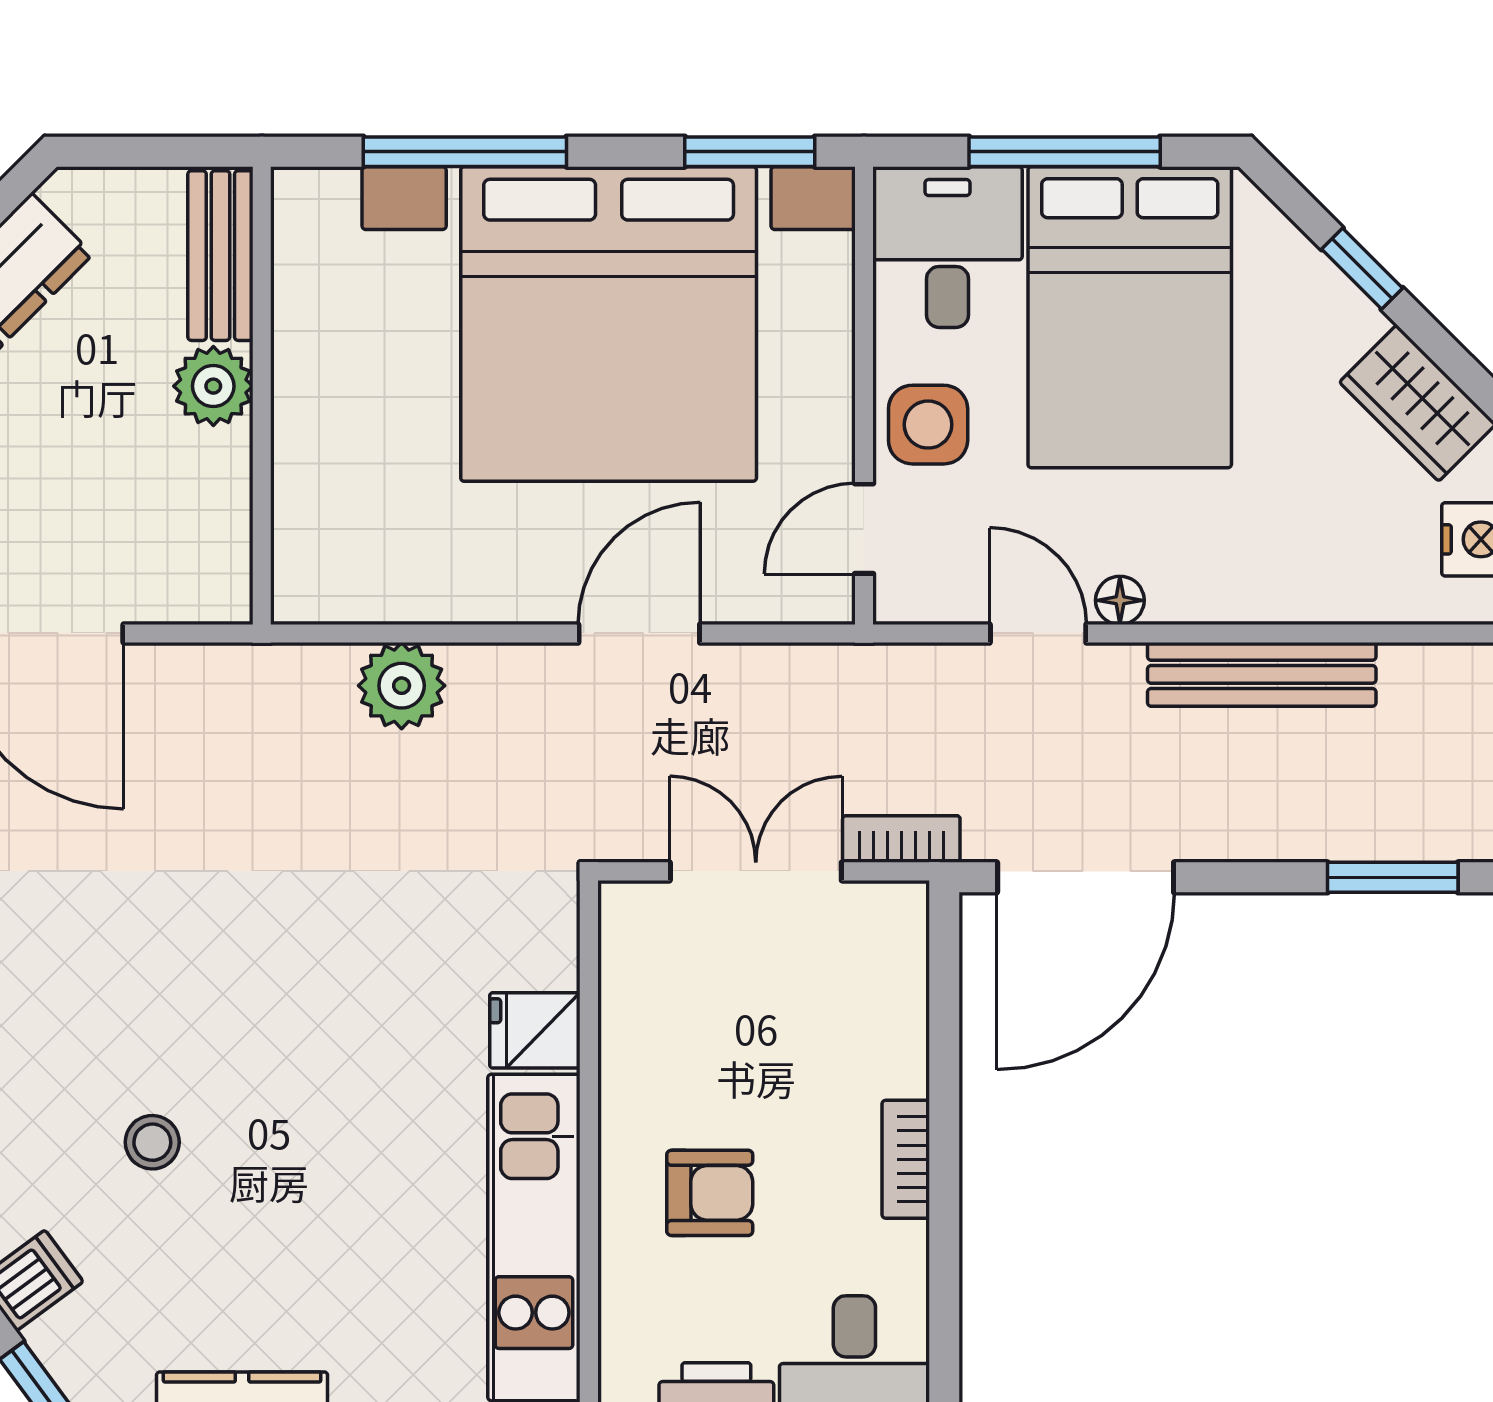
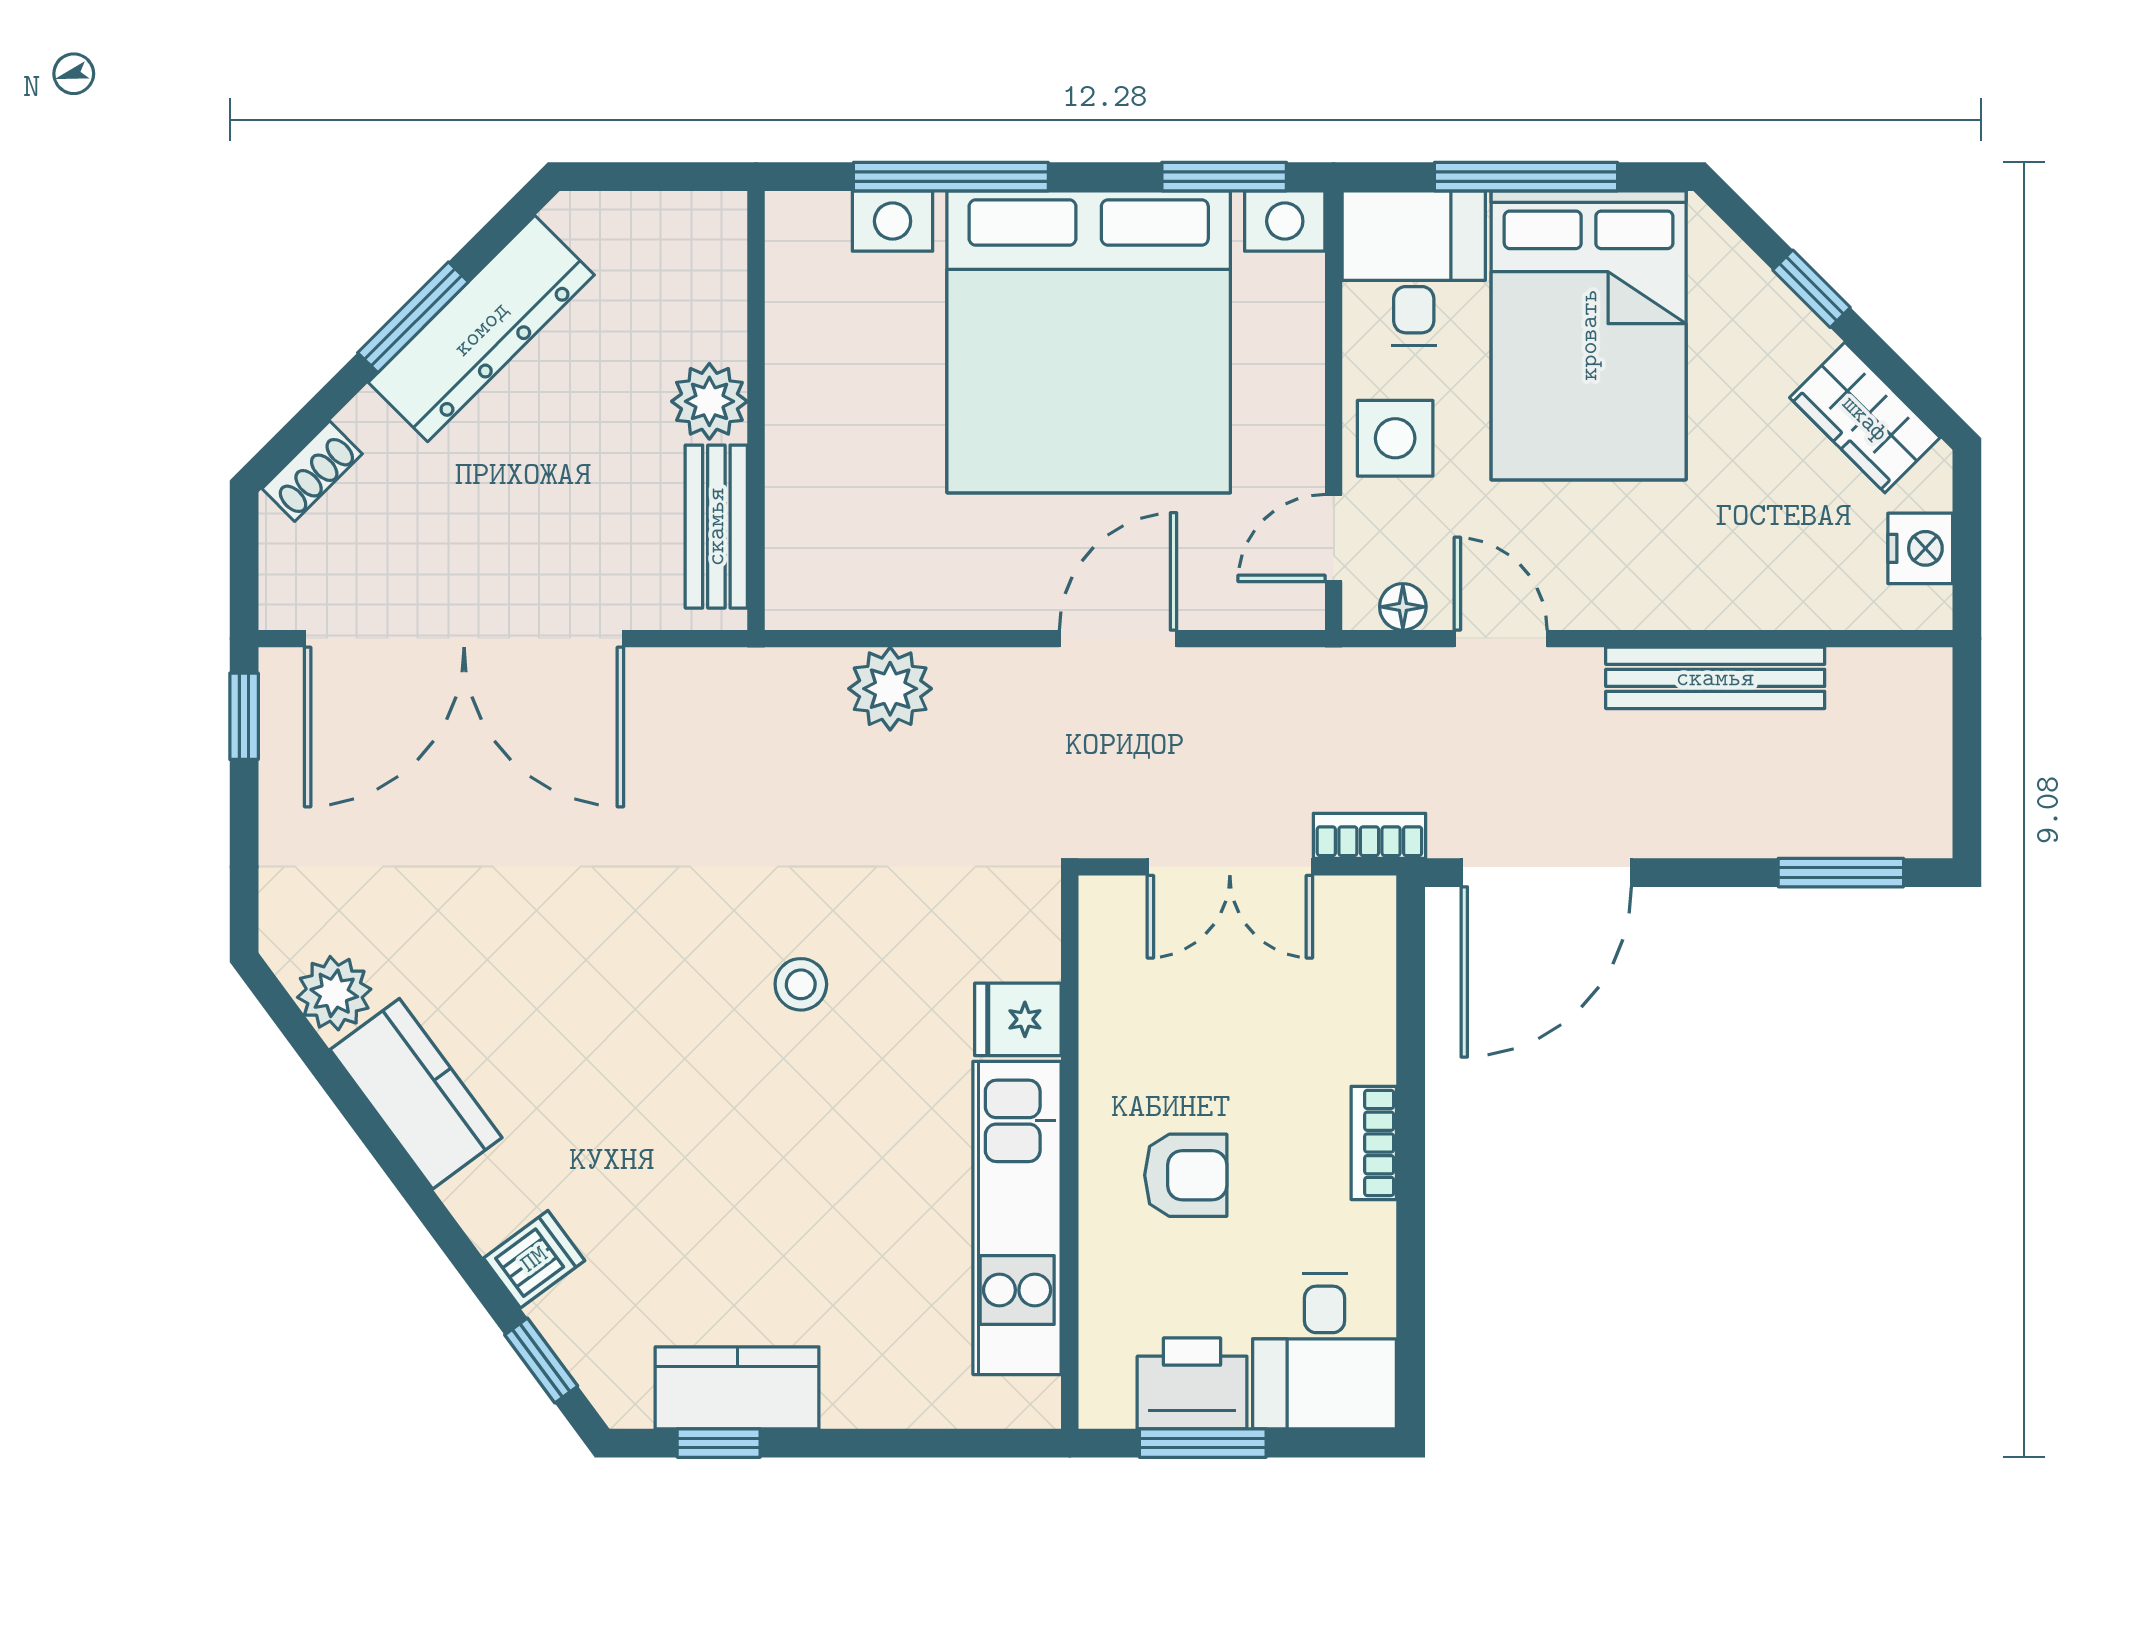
bench: (220, 256) -> (716, 527), moved
floor lamp: (1120, 600) -> (1403, 607), moved
double door: (756, 871) -> (1230, 867), swing flipped
stool: (152, 1142) -> (801, 984), moved

